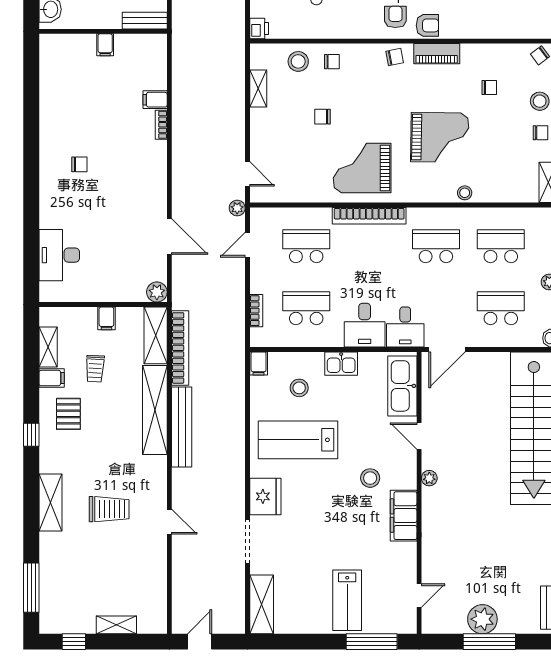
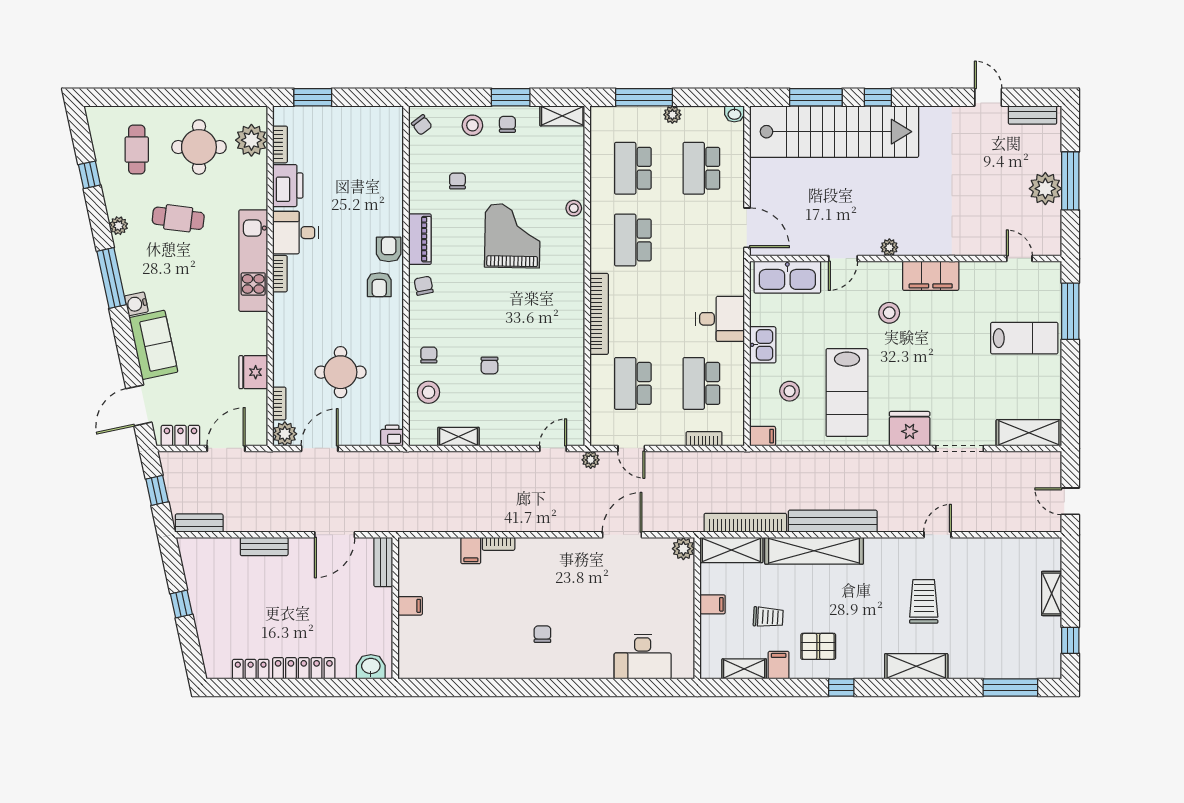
armchair: (395, 17) -> (379, 285), turned -90
grand piano: (362, 168) -> (546, 322), removed
desk: (405, 327) -> (722, 274), removed

